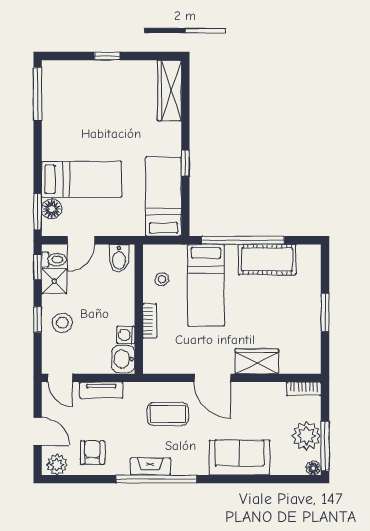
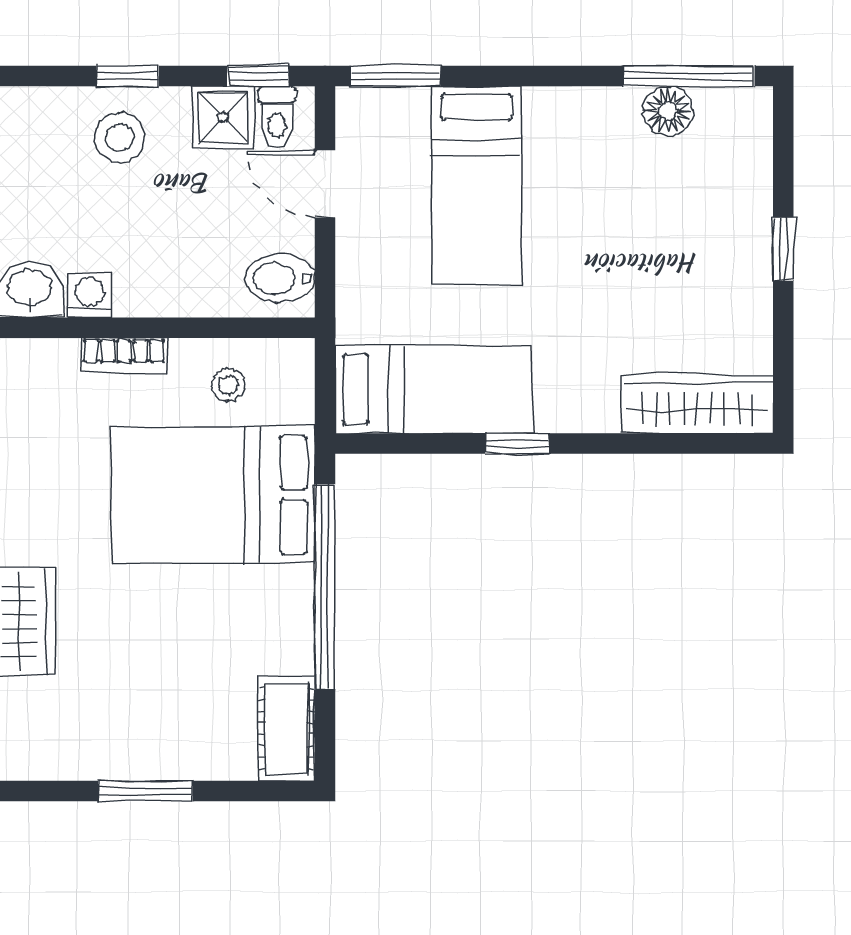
floor lamp: (52, 209) -> (668, 111), moved
cot: (267, 260) -> (287, 729), moved, width x0.73, depth x0.75
bed: (206, 285) -> (213, 495), width x1.50

